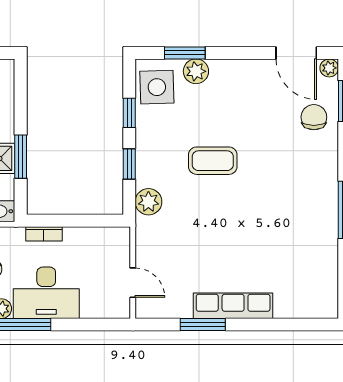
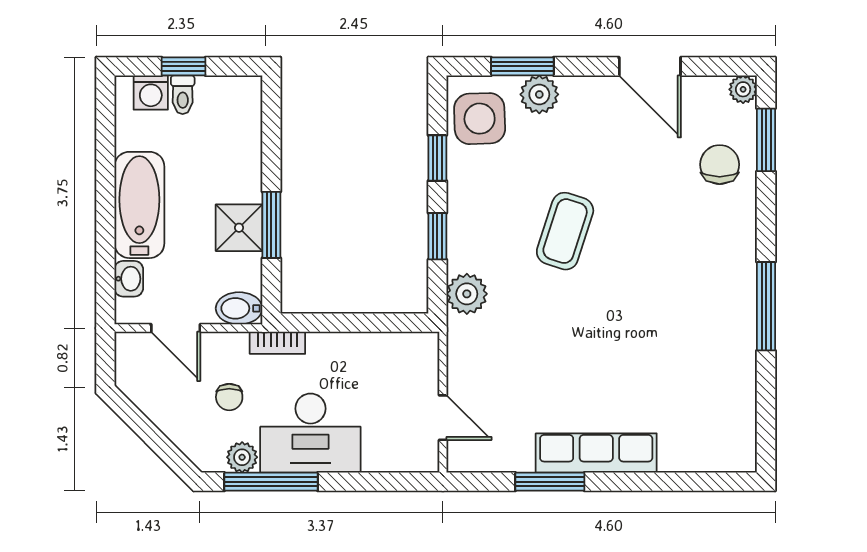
door: (296, 53) -> (650, 66), moved
coffee table: (213, 161) -> (565, 231), turned -72
bookcase: (44, 234) -> (277, 343), moved

